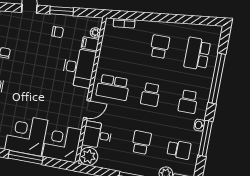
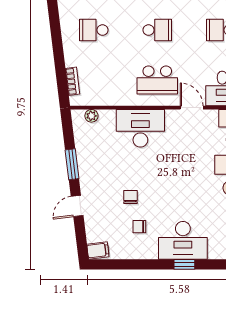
chair: (58, 32) -> (131, 197), moved
filing cabinet: (90, 44) -> (107, 120), removed
school desk: (113, 87) -> (157, 80), turned 90

